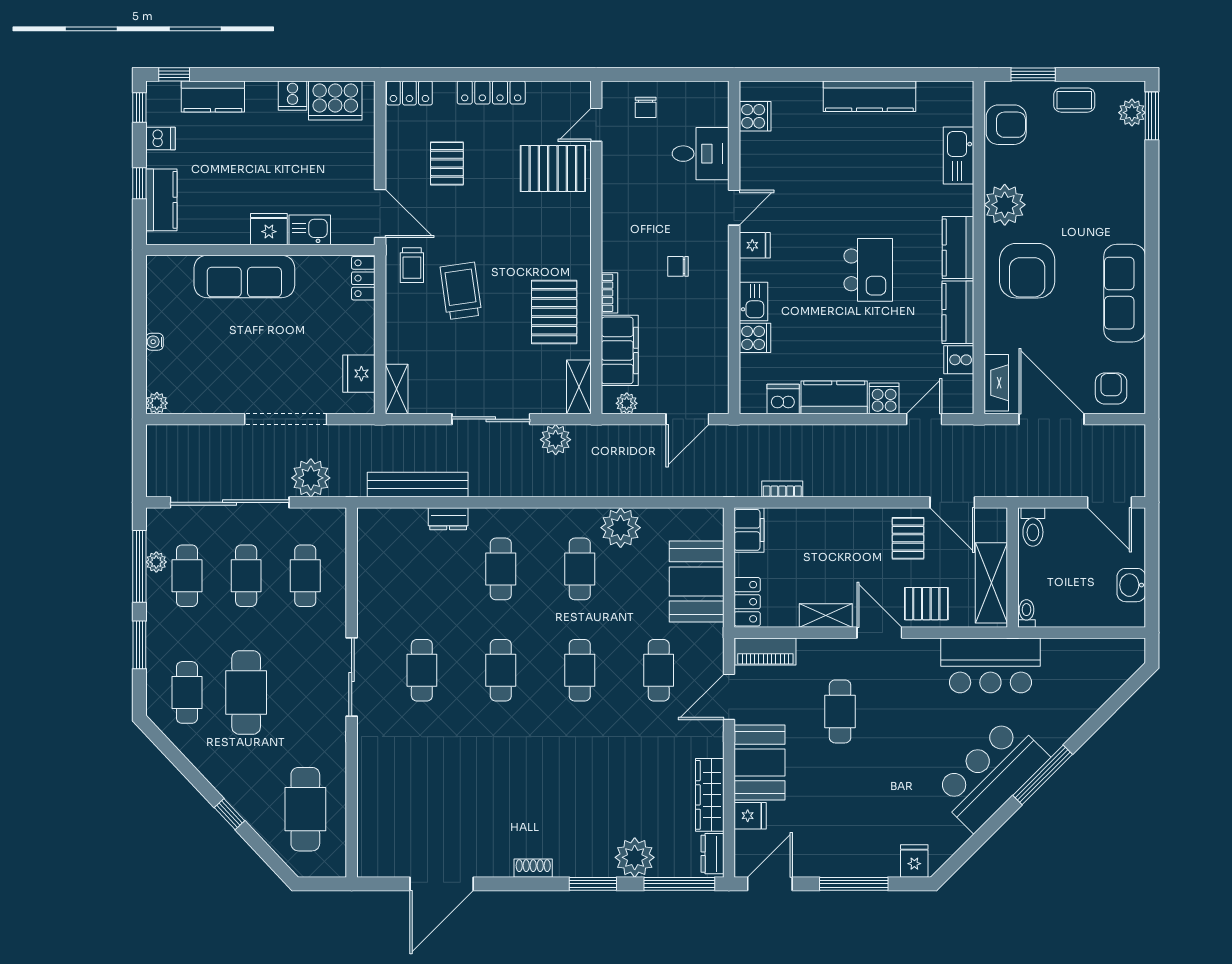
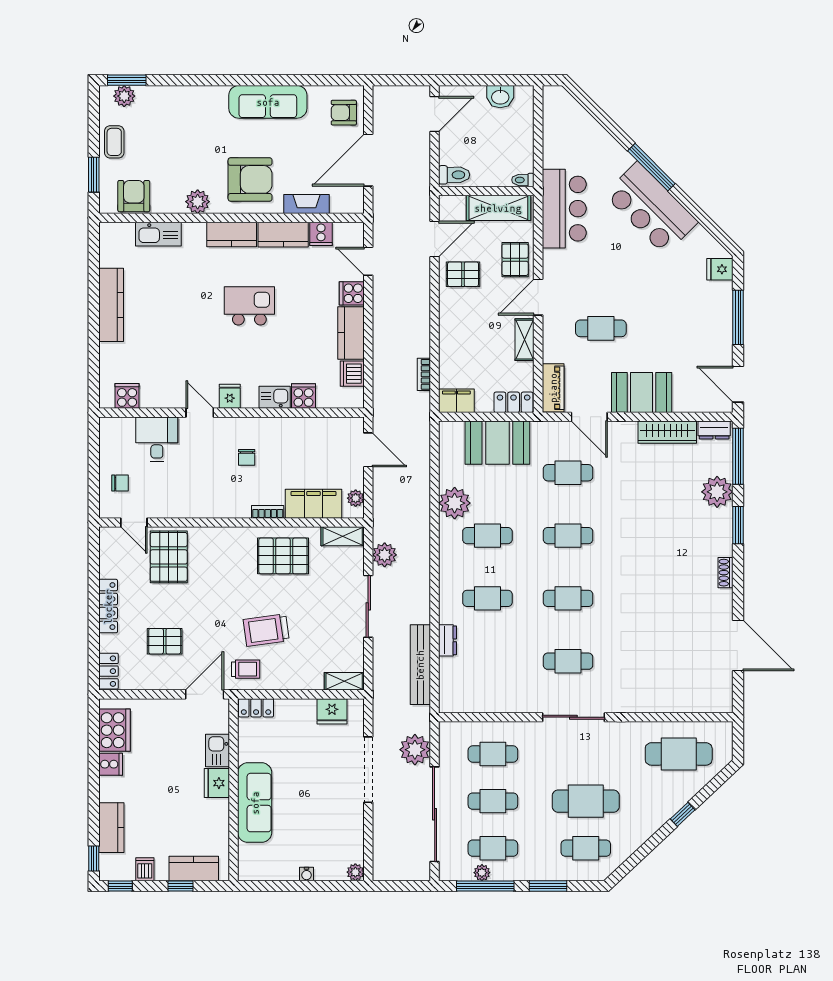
plant: (1005, 205) -> (198, 202), width x0.73, depth x0.73
fireplace: (996, 383) -> (307, 204), moved
fridge: (750, 816) -> (684, 400), removed

